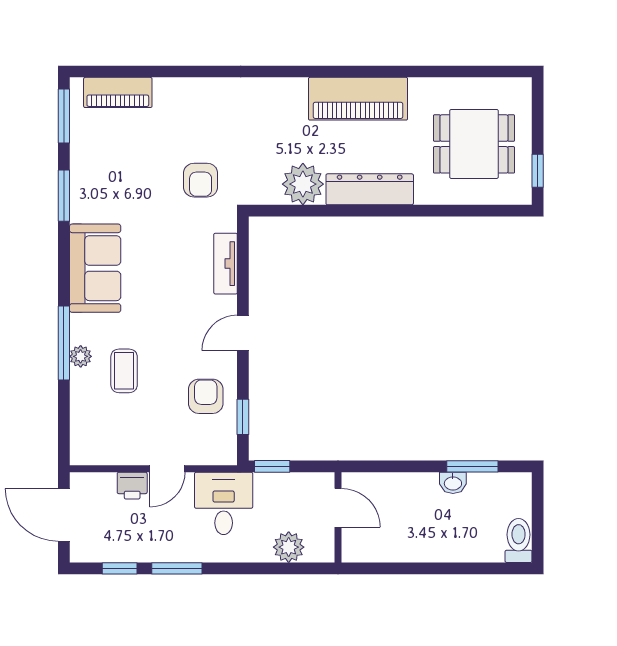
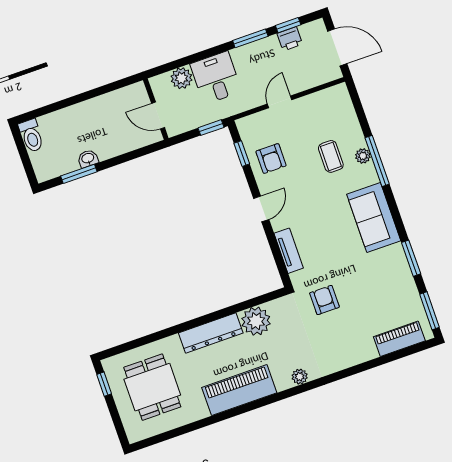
plant: (270, 89) -> (300, 377), added
dining table: (474, 144) -> (152, 387), turned 90
printer: (132, 486) -> (290, 39), moved, turned 180
desk: (224, 503) -> (216, 78), moved, turned 180

